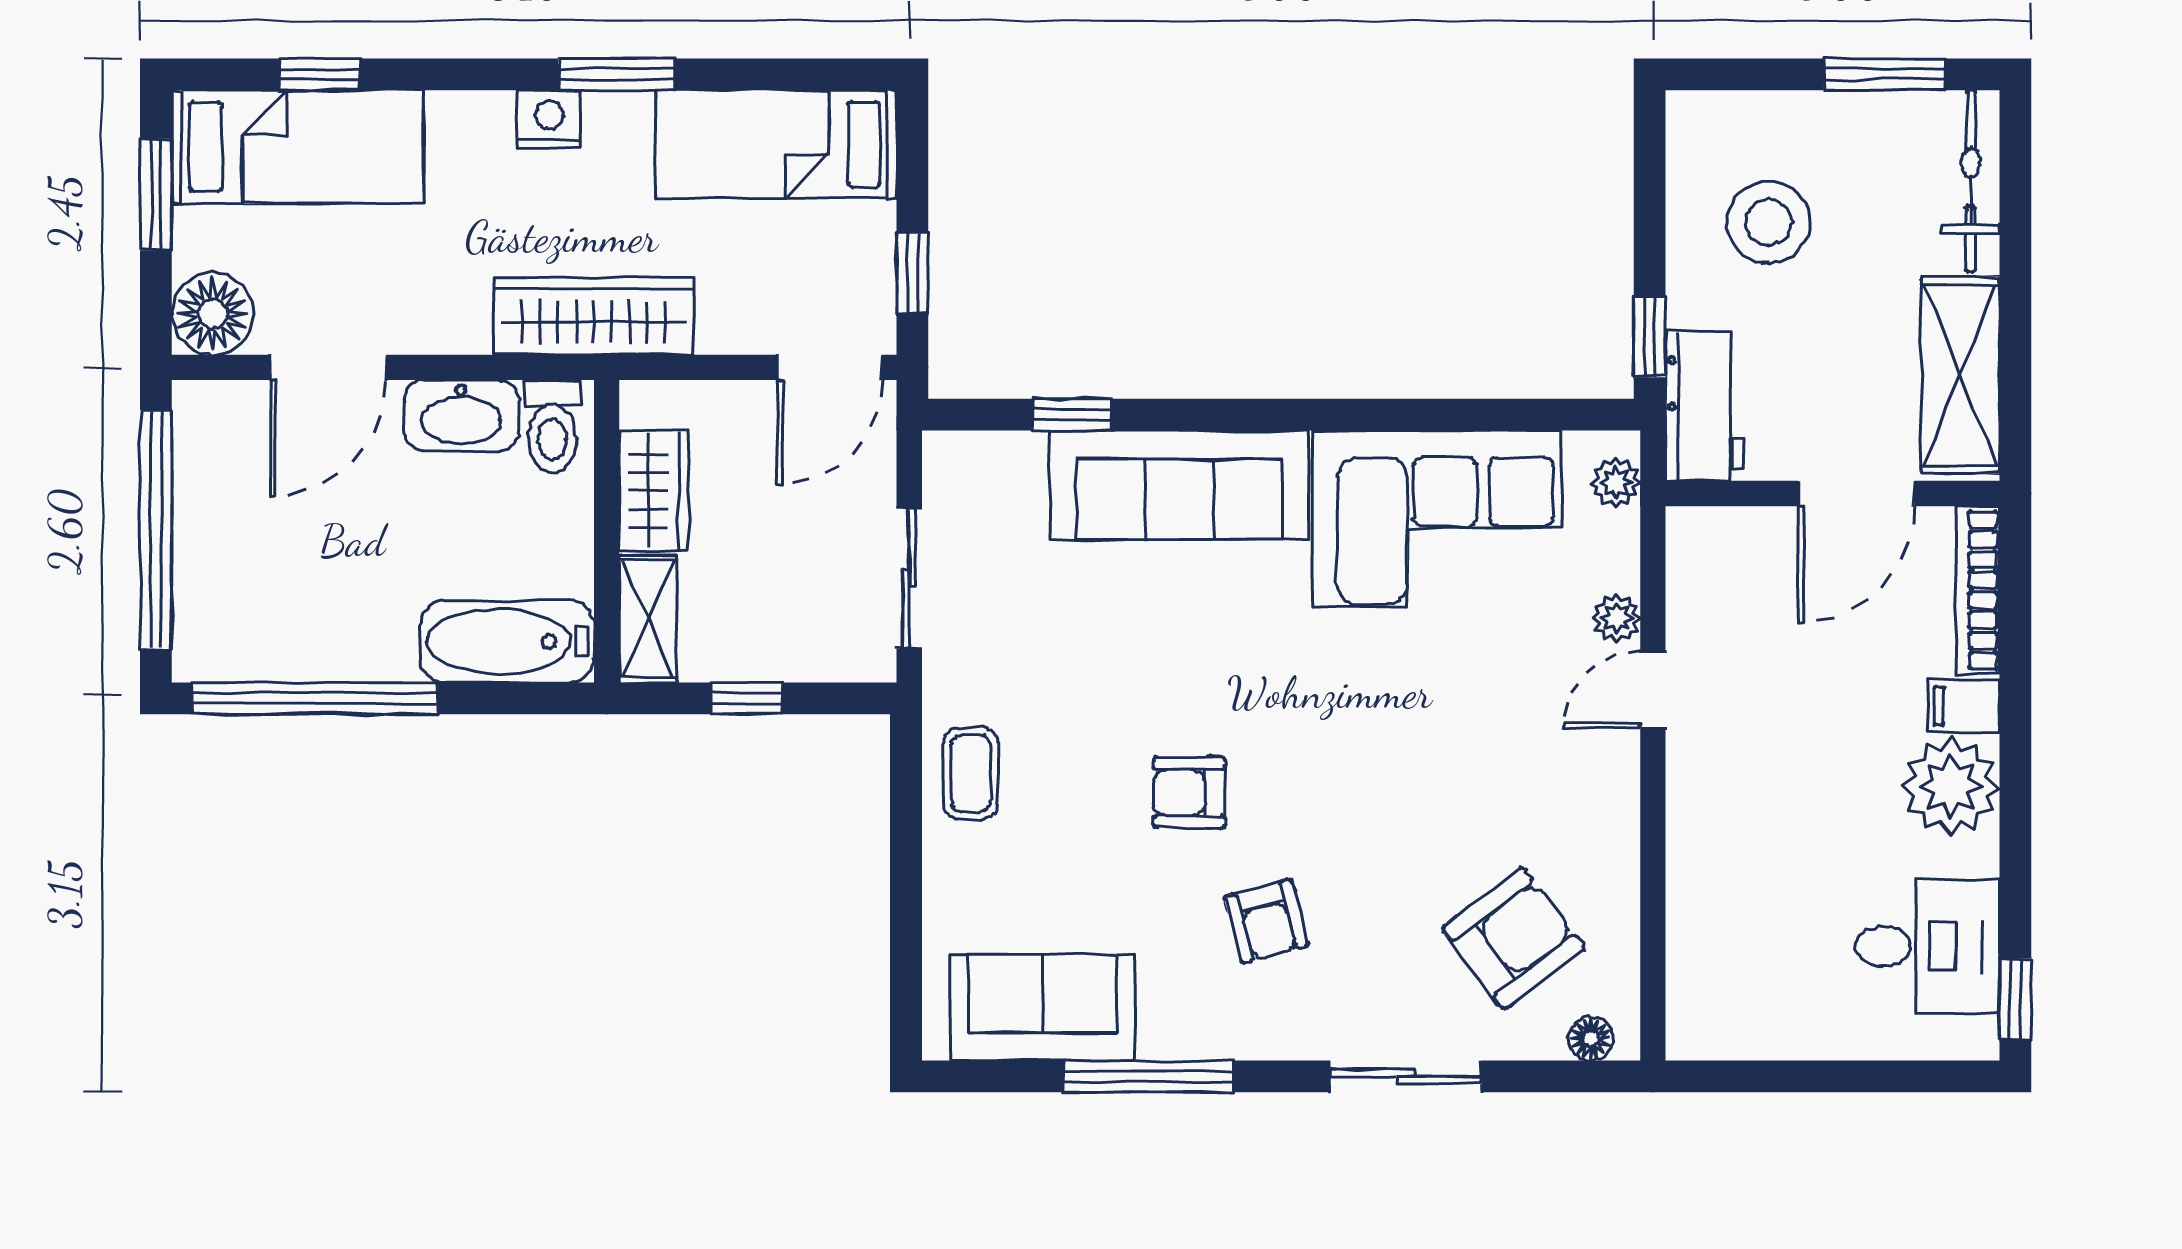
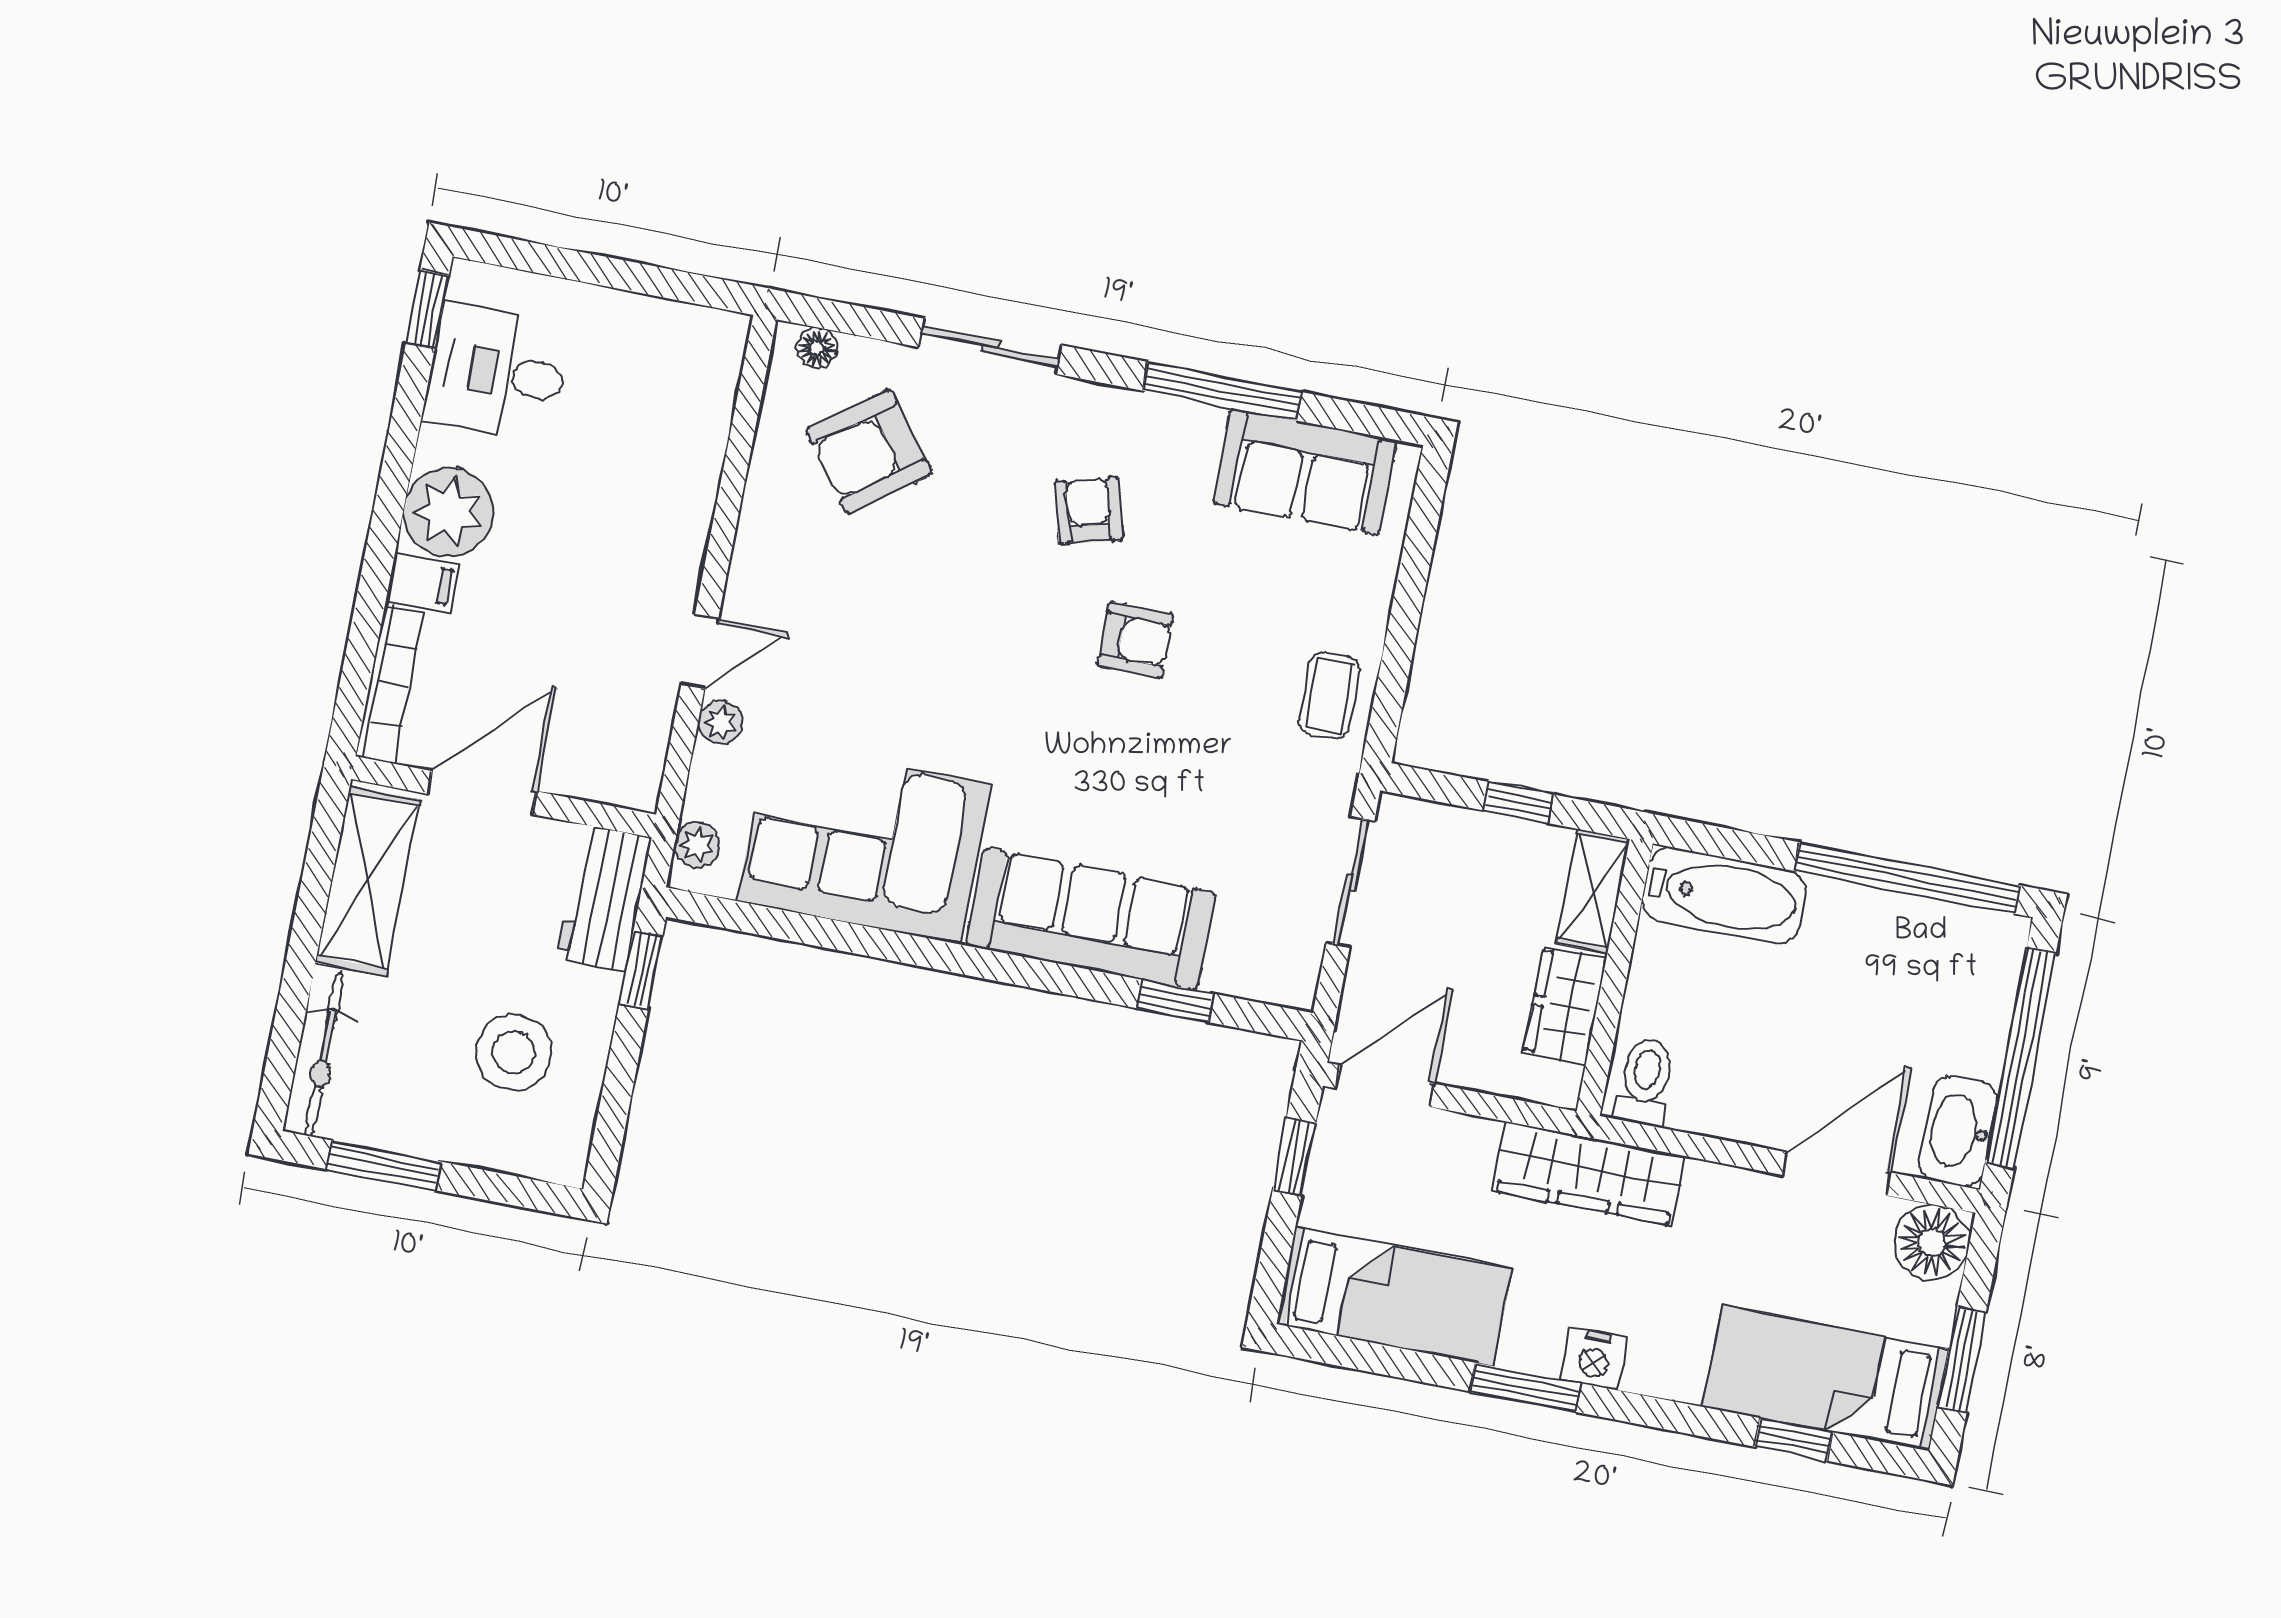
washbasin: (461, 415) -> (1958, 1131), moved, turned -90

